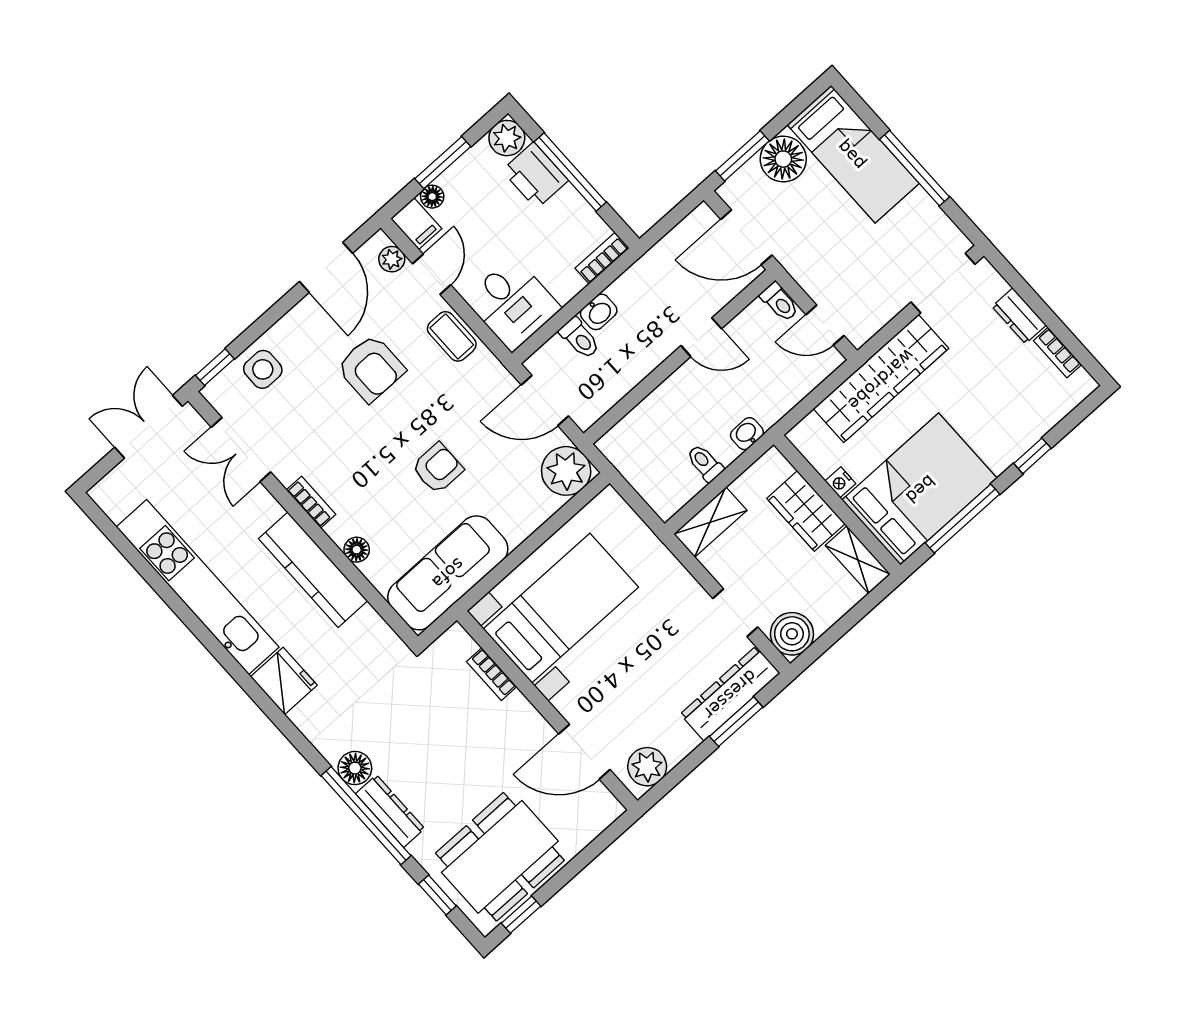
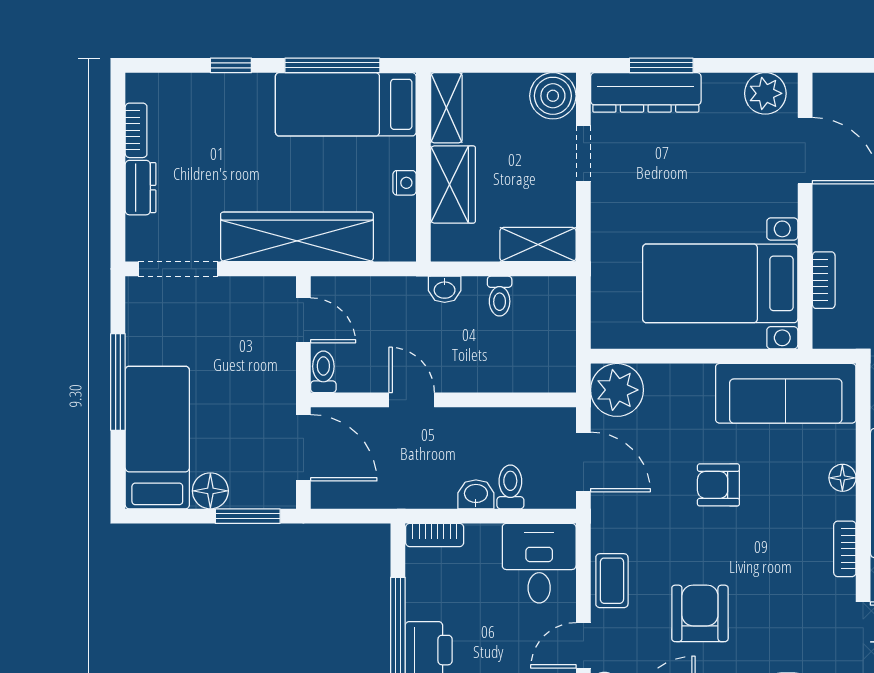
floor lamp: (783, 159) -> (210, 491), width x0.73, depth x0.73
bed: (920, 489) -> (346, 104), width x0.67

